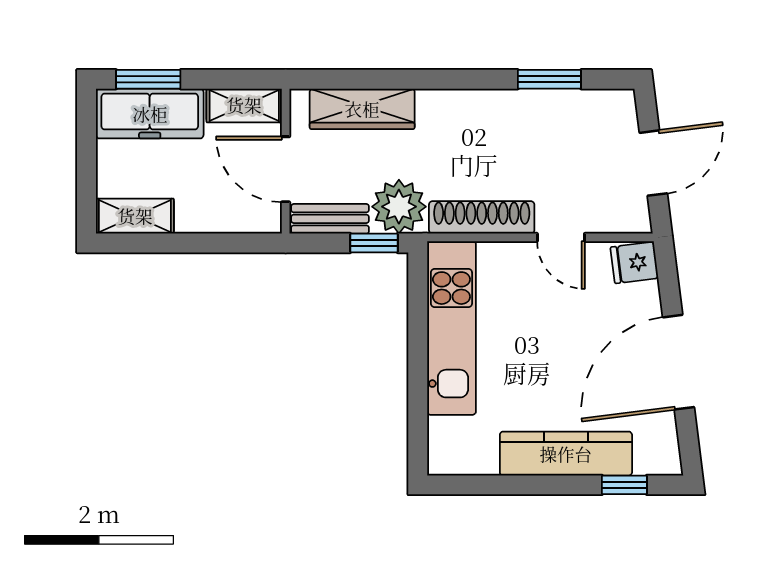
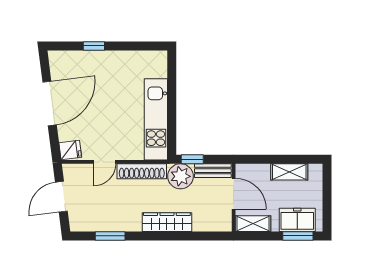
wardrobe: (362, 109) -> (167, 222), moved
freezer: (150, 114) -> (297, 220), width x0.71
shelving: (135, 216) -> (289, 172), moved
door: (561, 237) -> (105, 162), swing flipped
kitchen counter: (566, 454) -> (102, 61), removed
window: (624, 485) -> (94, 46), moved

